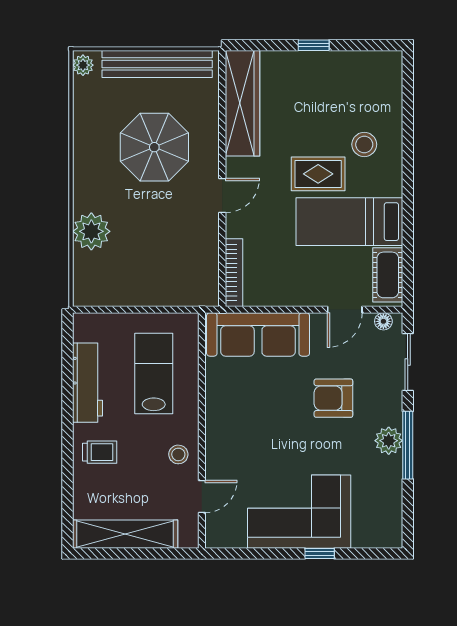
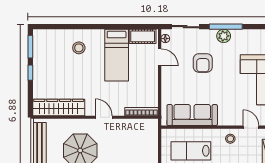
window: (367, 45) -> (30, 47), added
rug: (318, 174) -> (93, 70), removed
sofa: (258, 334) -> (192, 115), moved, turned -90

